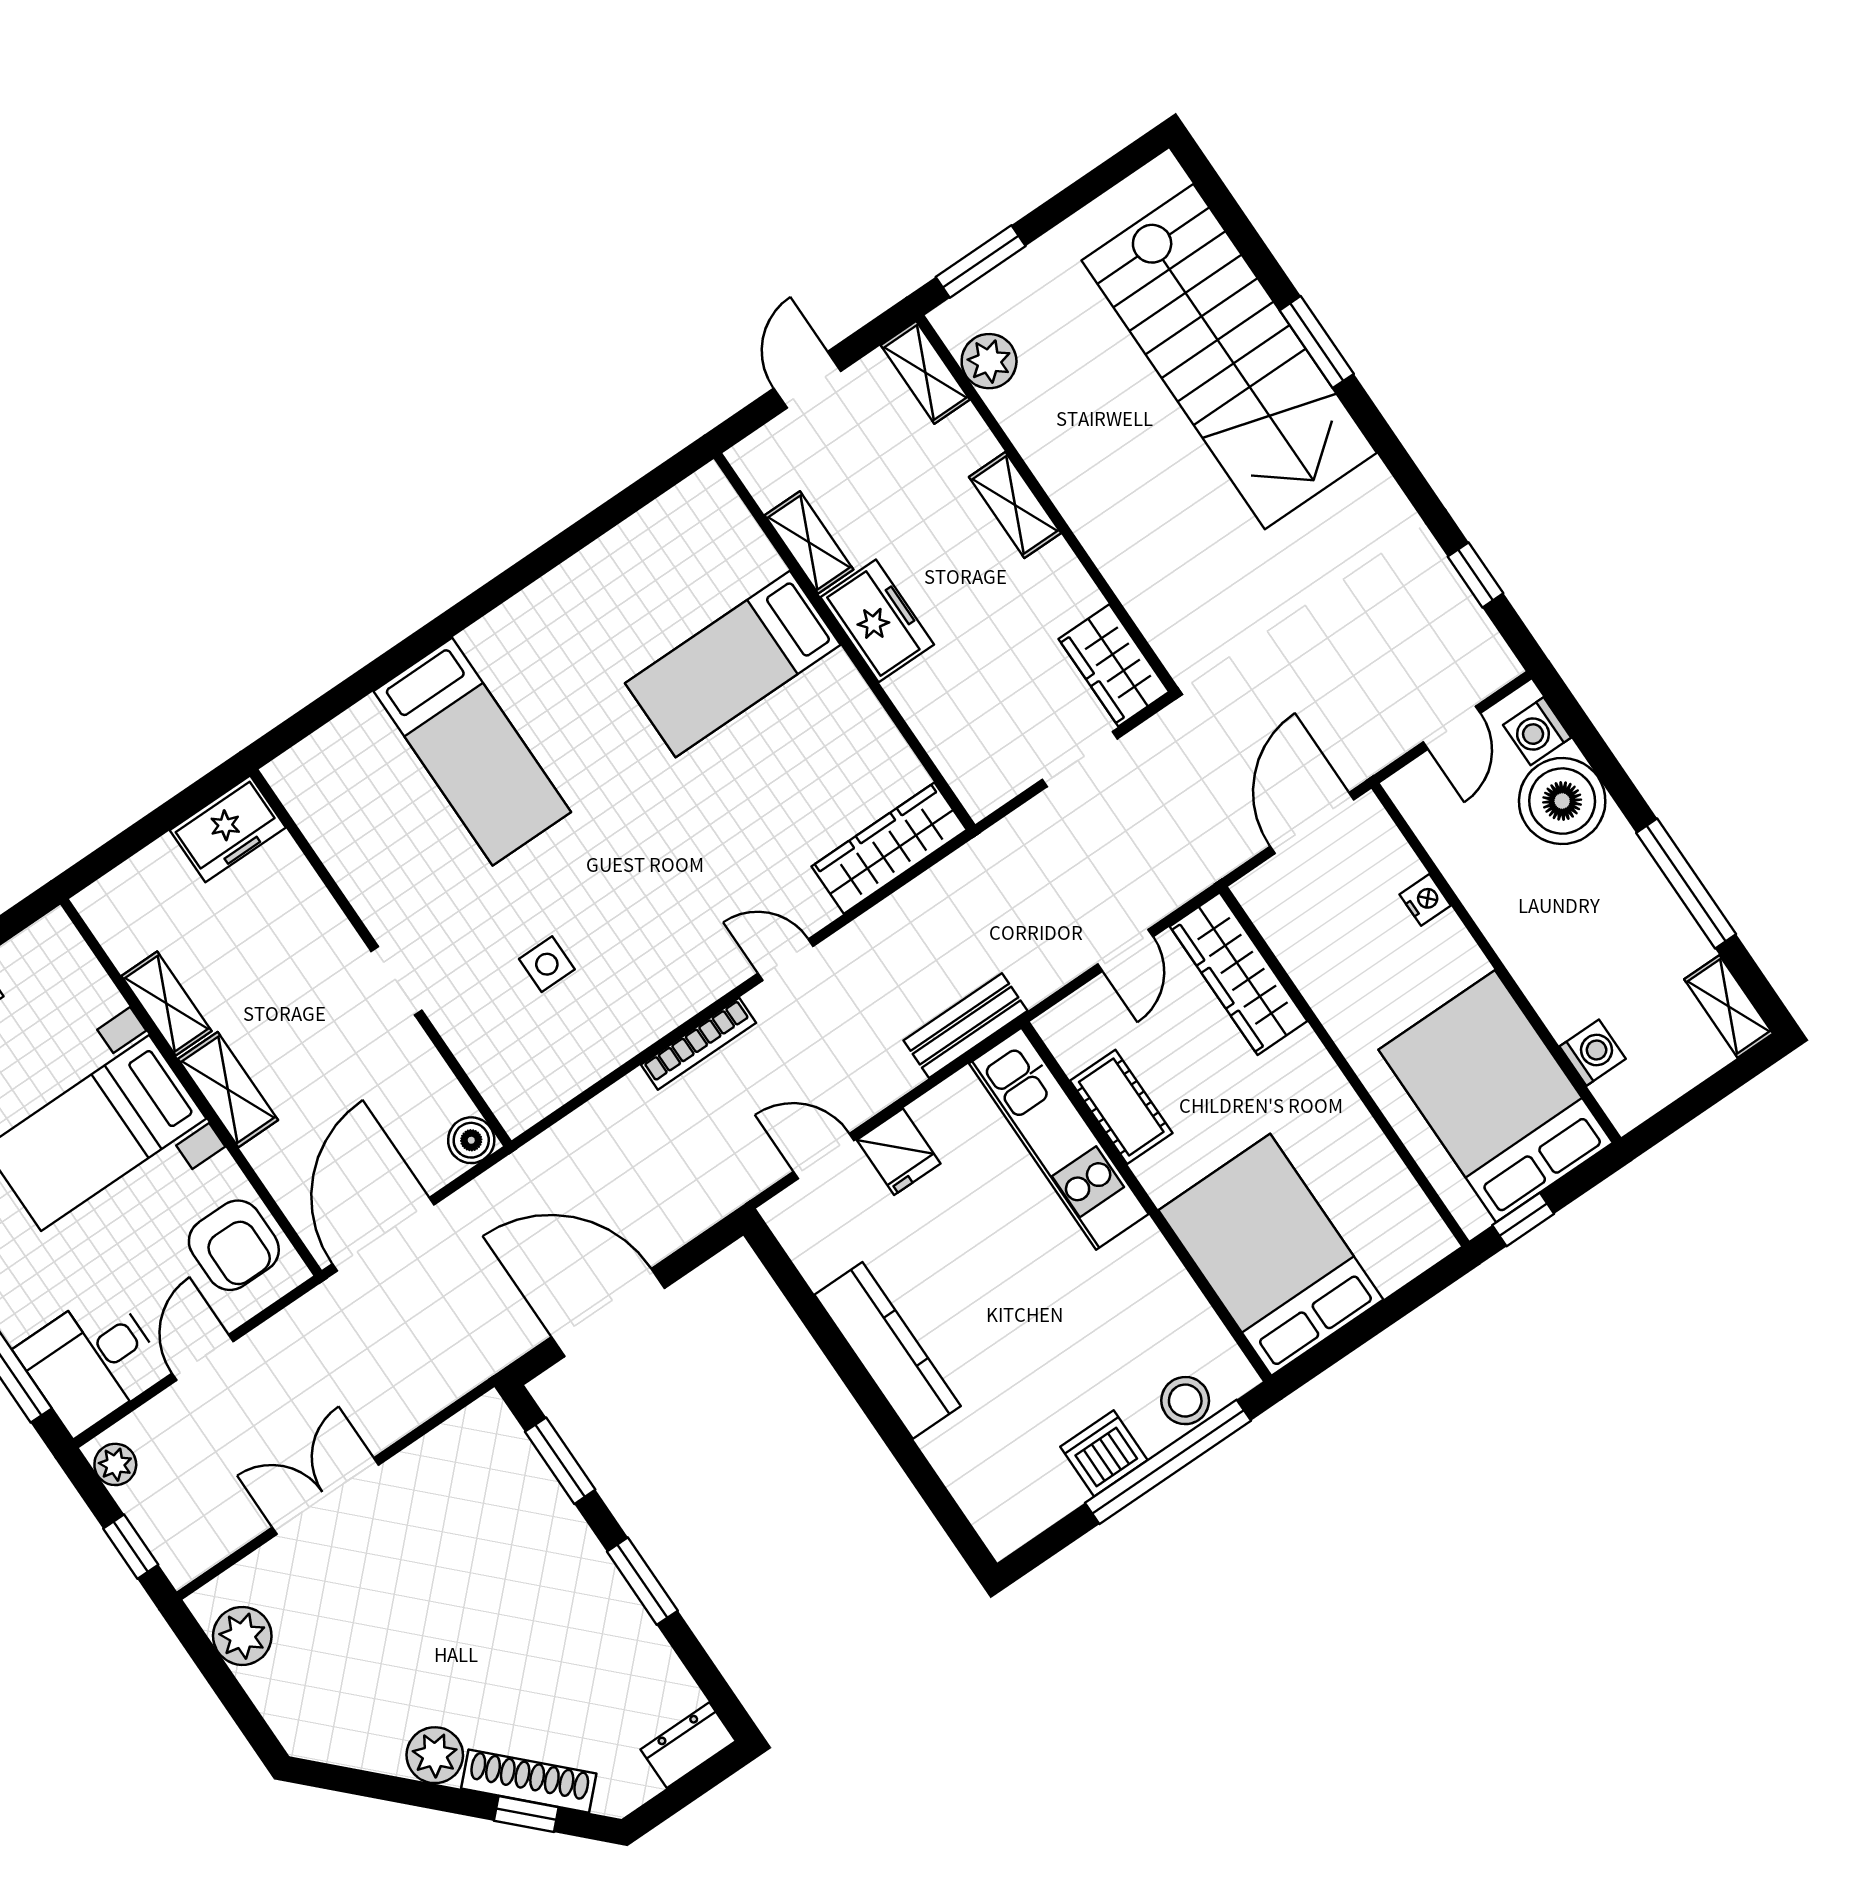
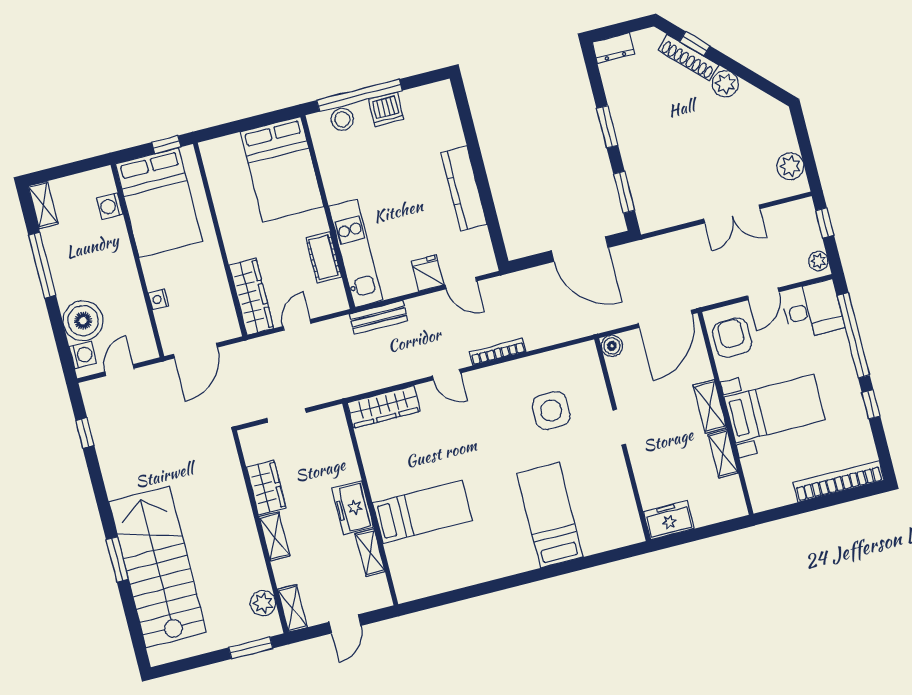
wardrobe: (1114, 665) -> (266, 488), moved
side table: (547, 964) -> (551, 411), width x1.87, depth x1.87

